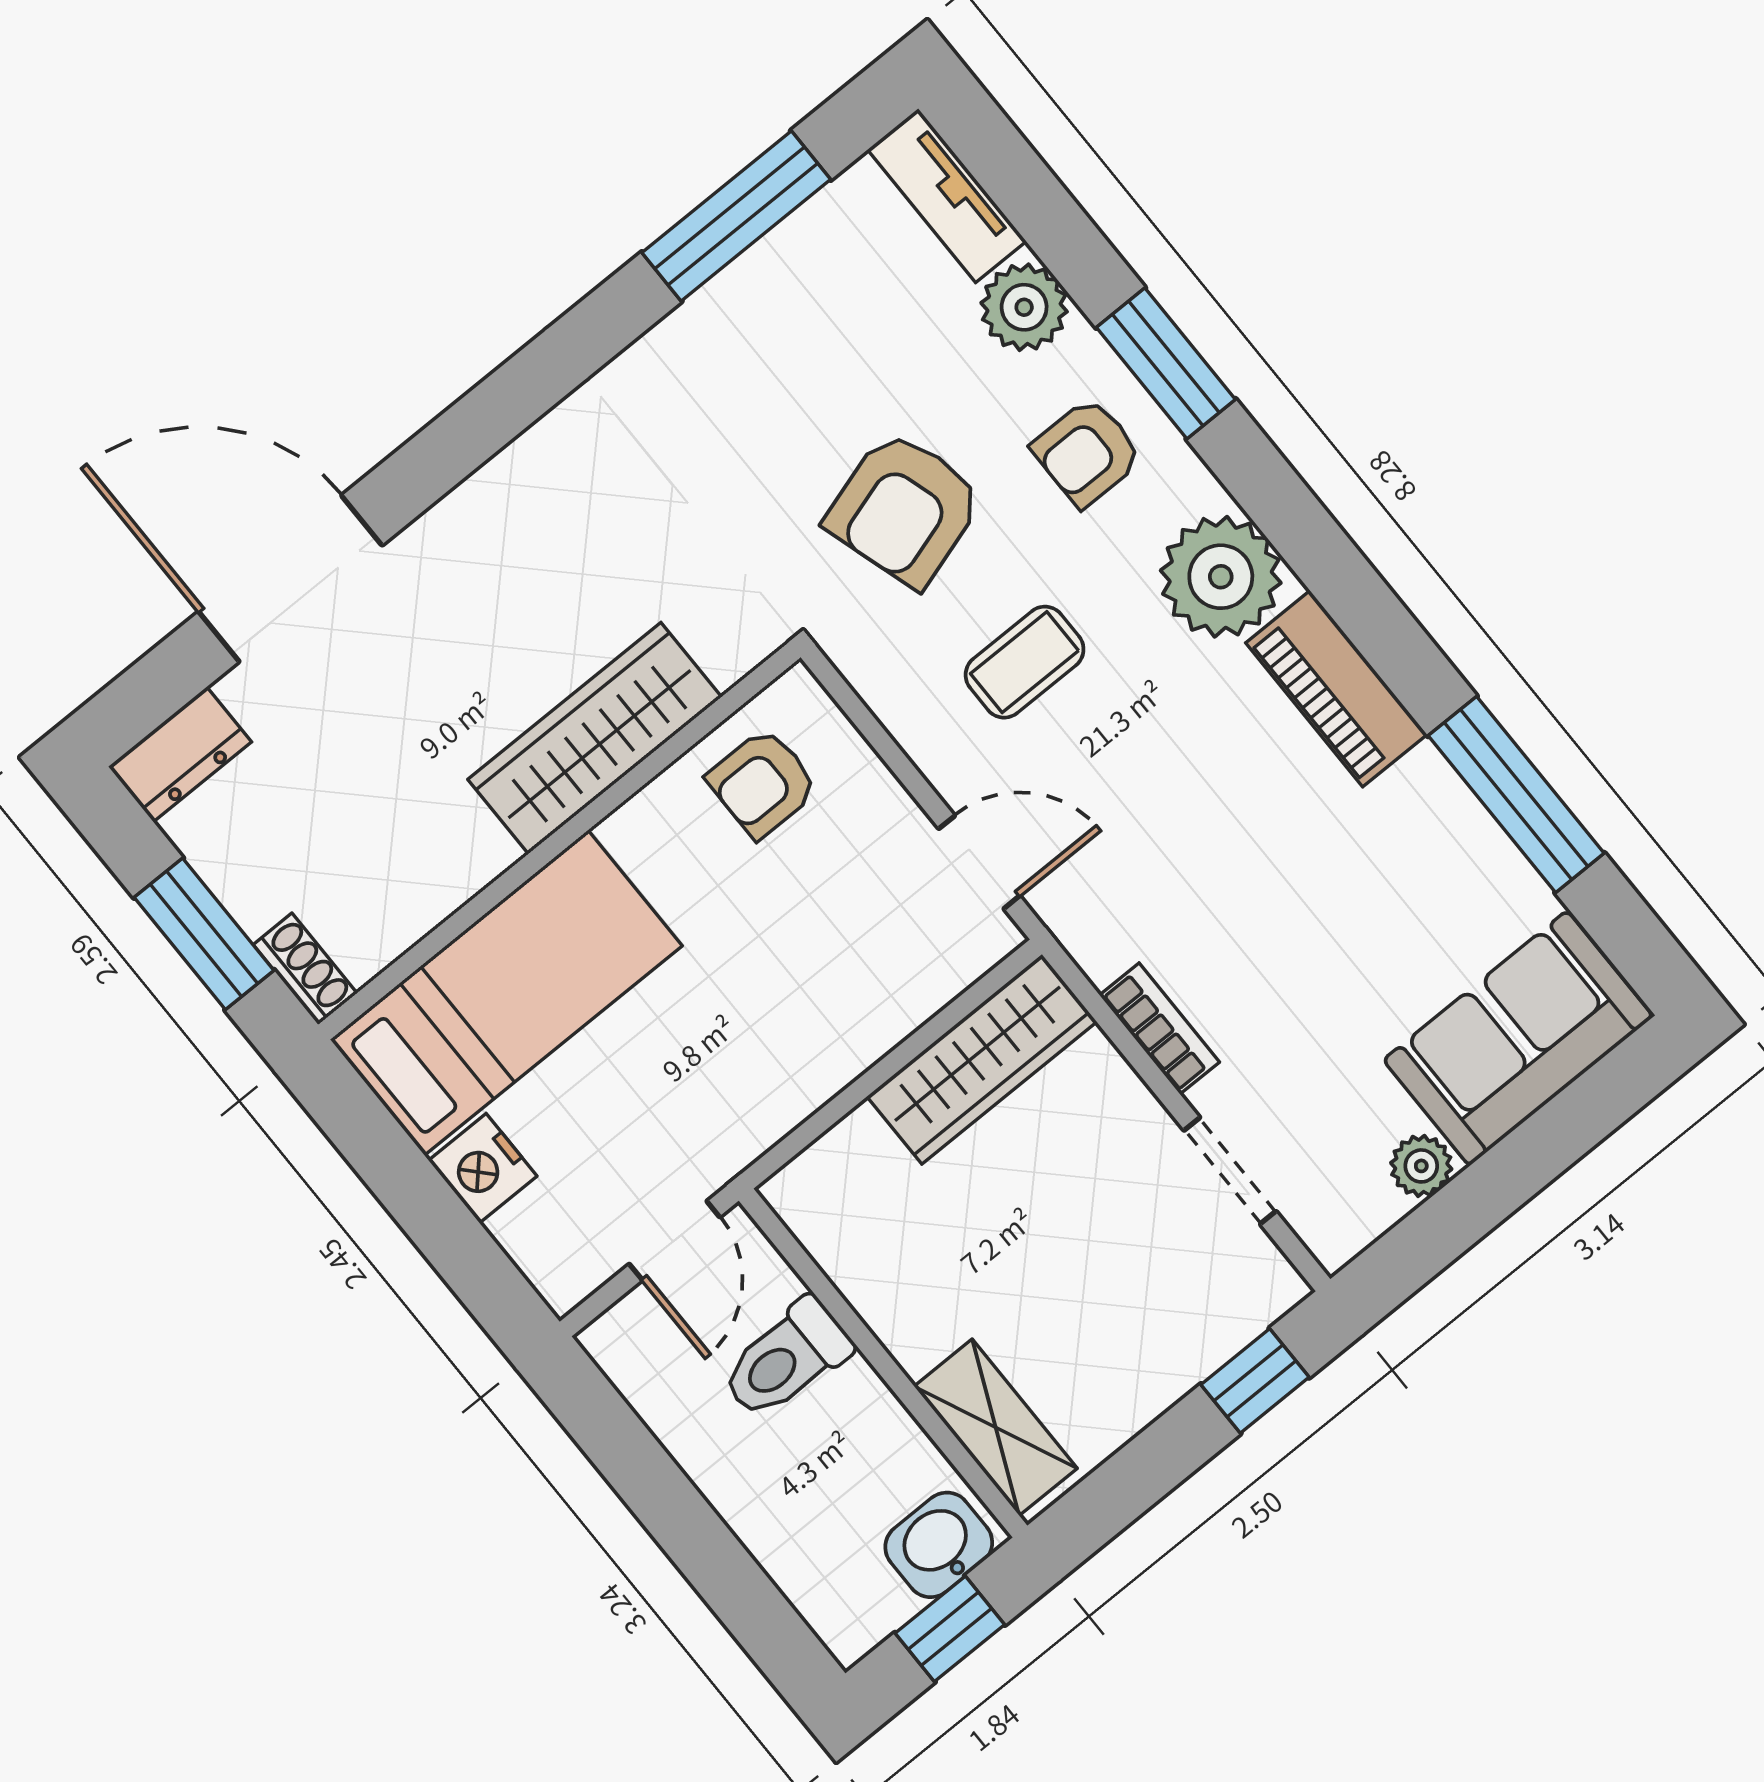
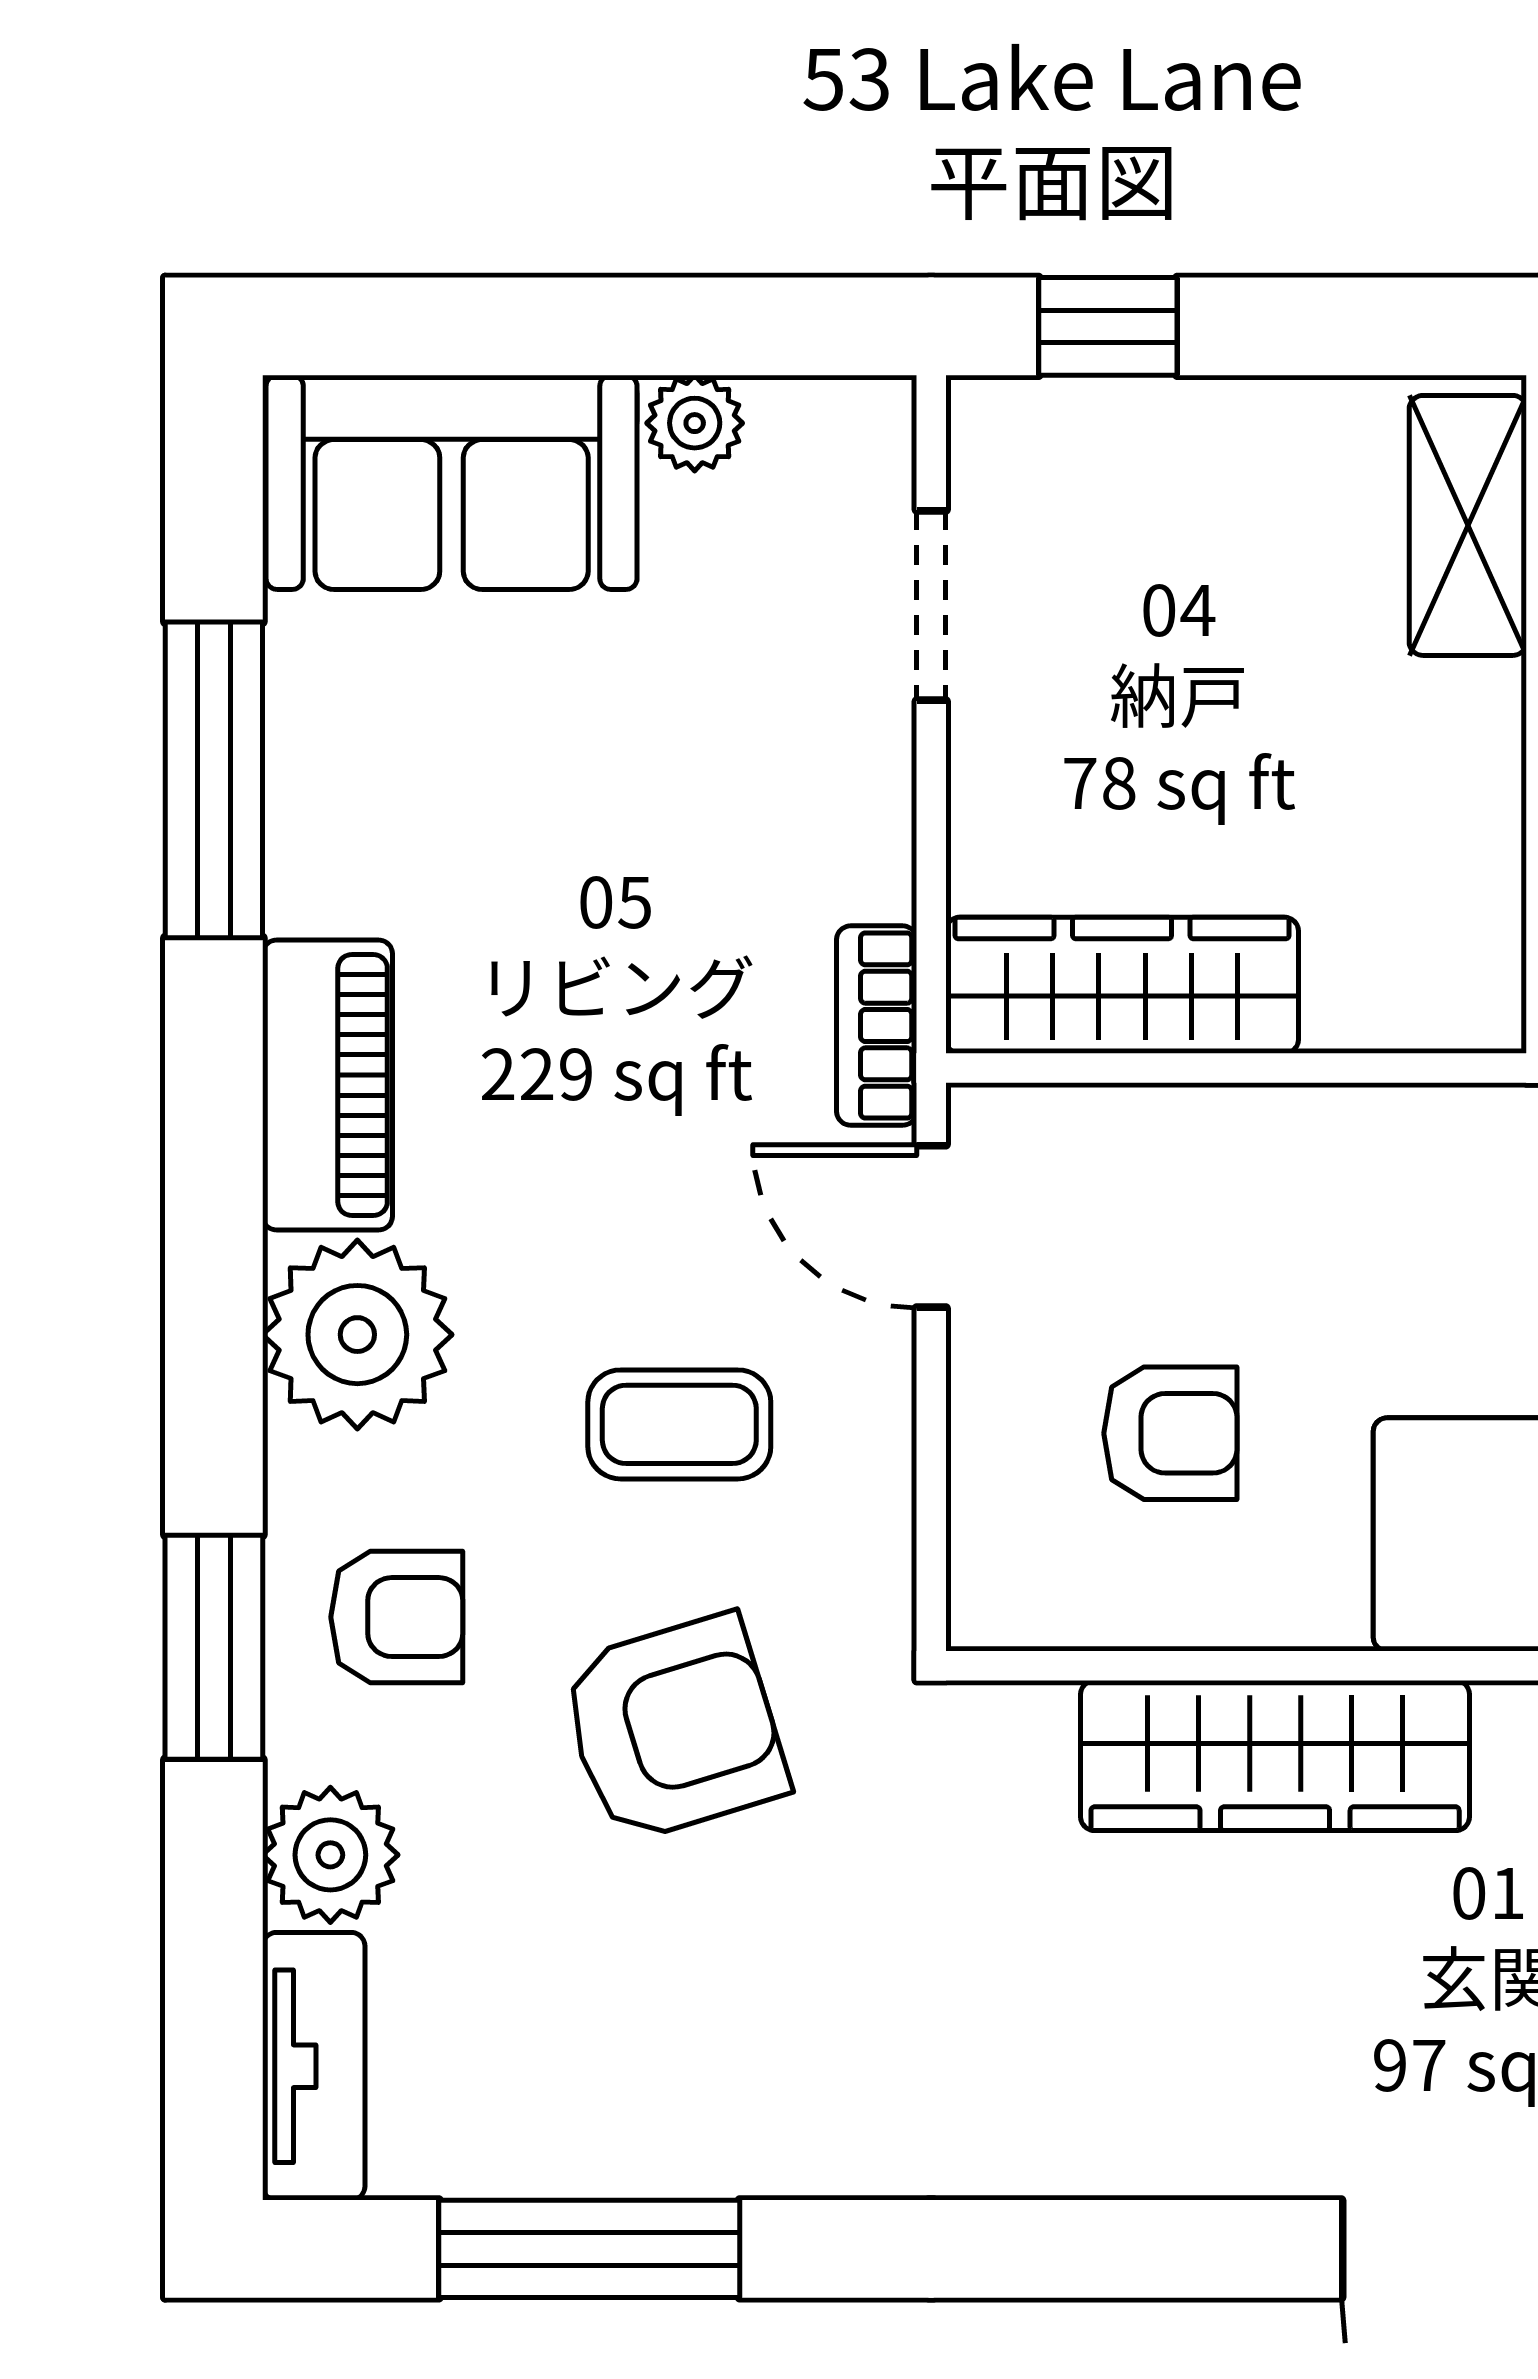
armchair: (763, 783) -> (1170, 1433), moved
bookcase: (1159, 1029) -> (877, 1026), moved

